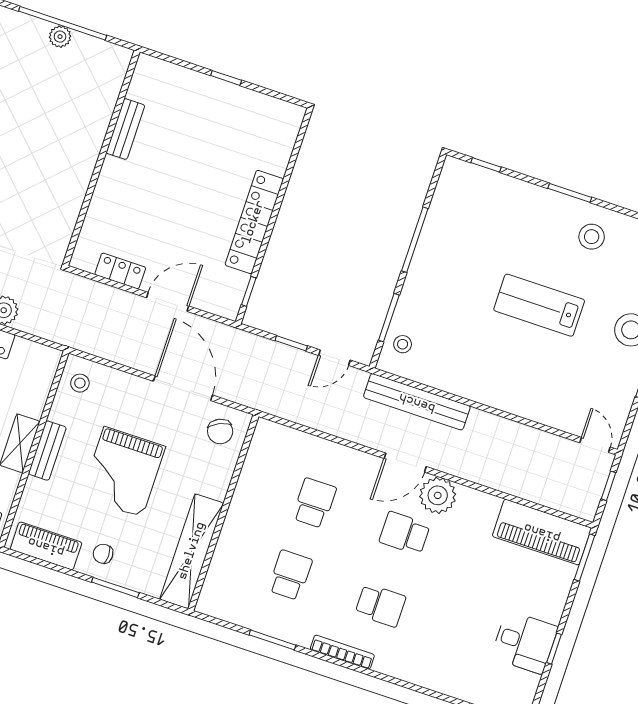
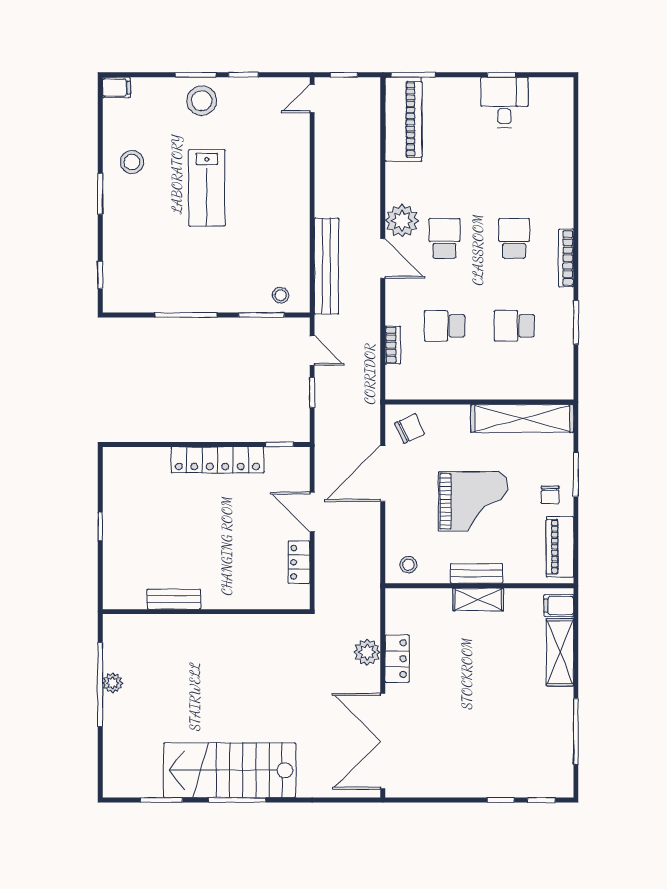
bookcase: (312, 443) -> (393, 345), added
school desk: (405, 533) -> (444, 238), turned 180

